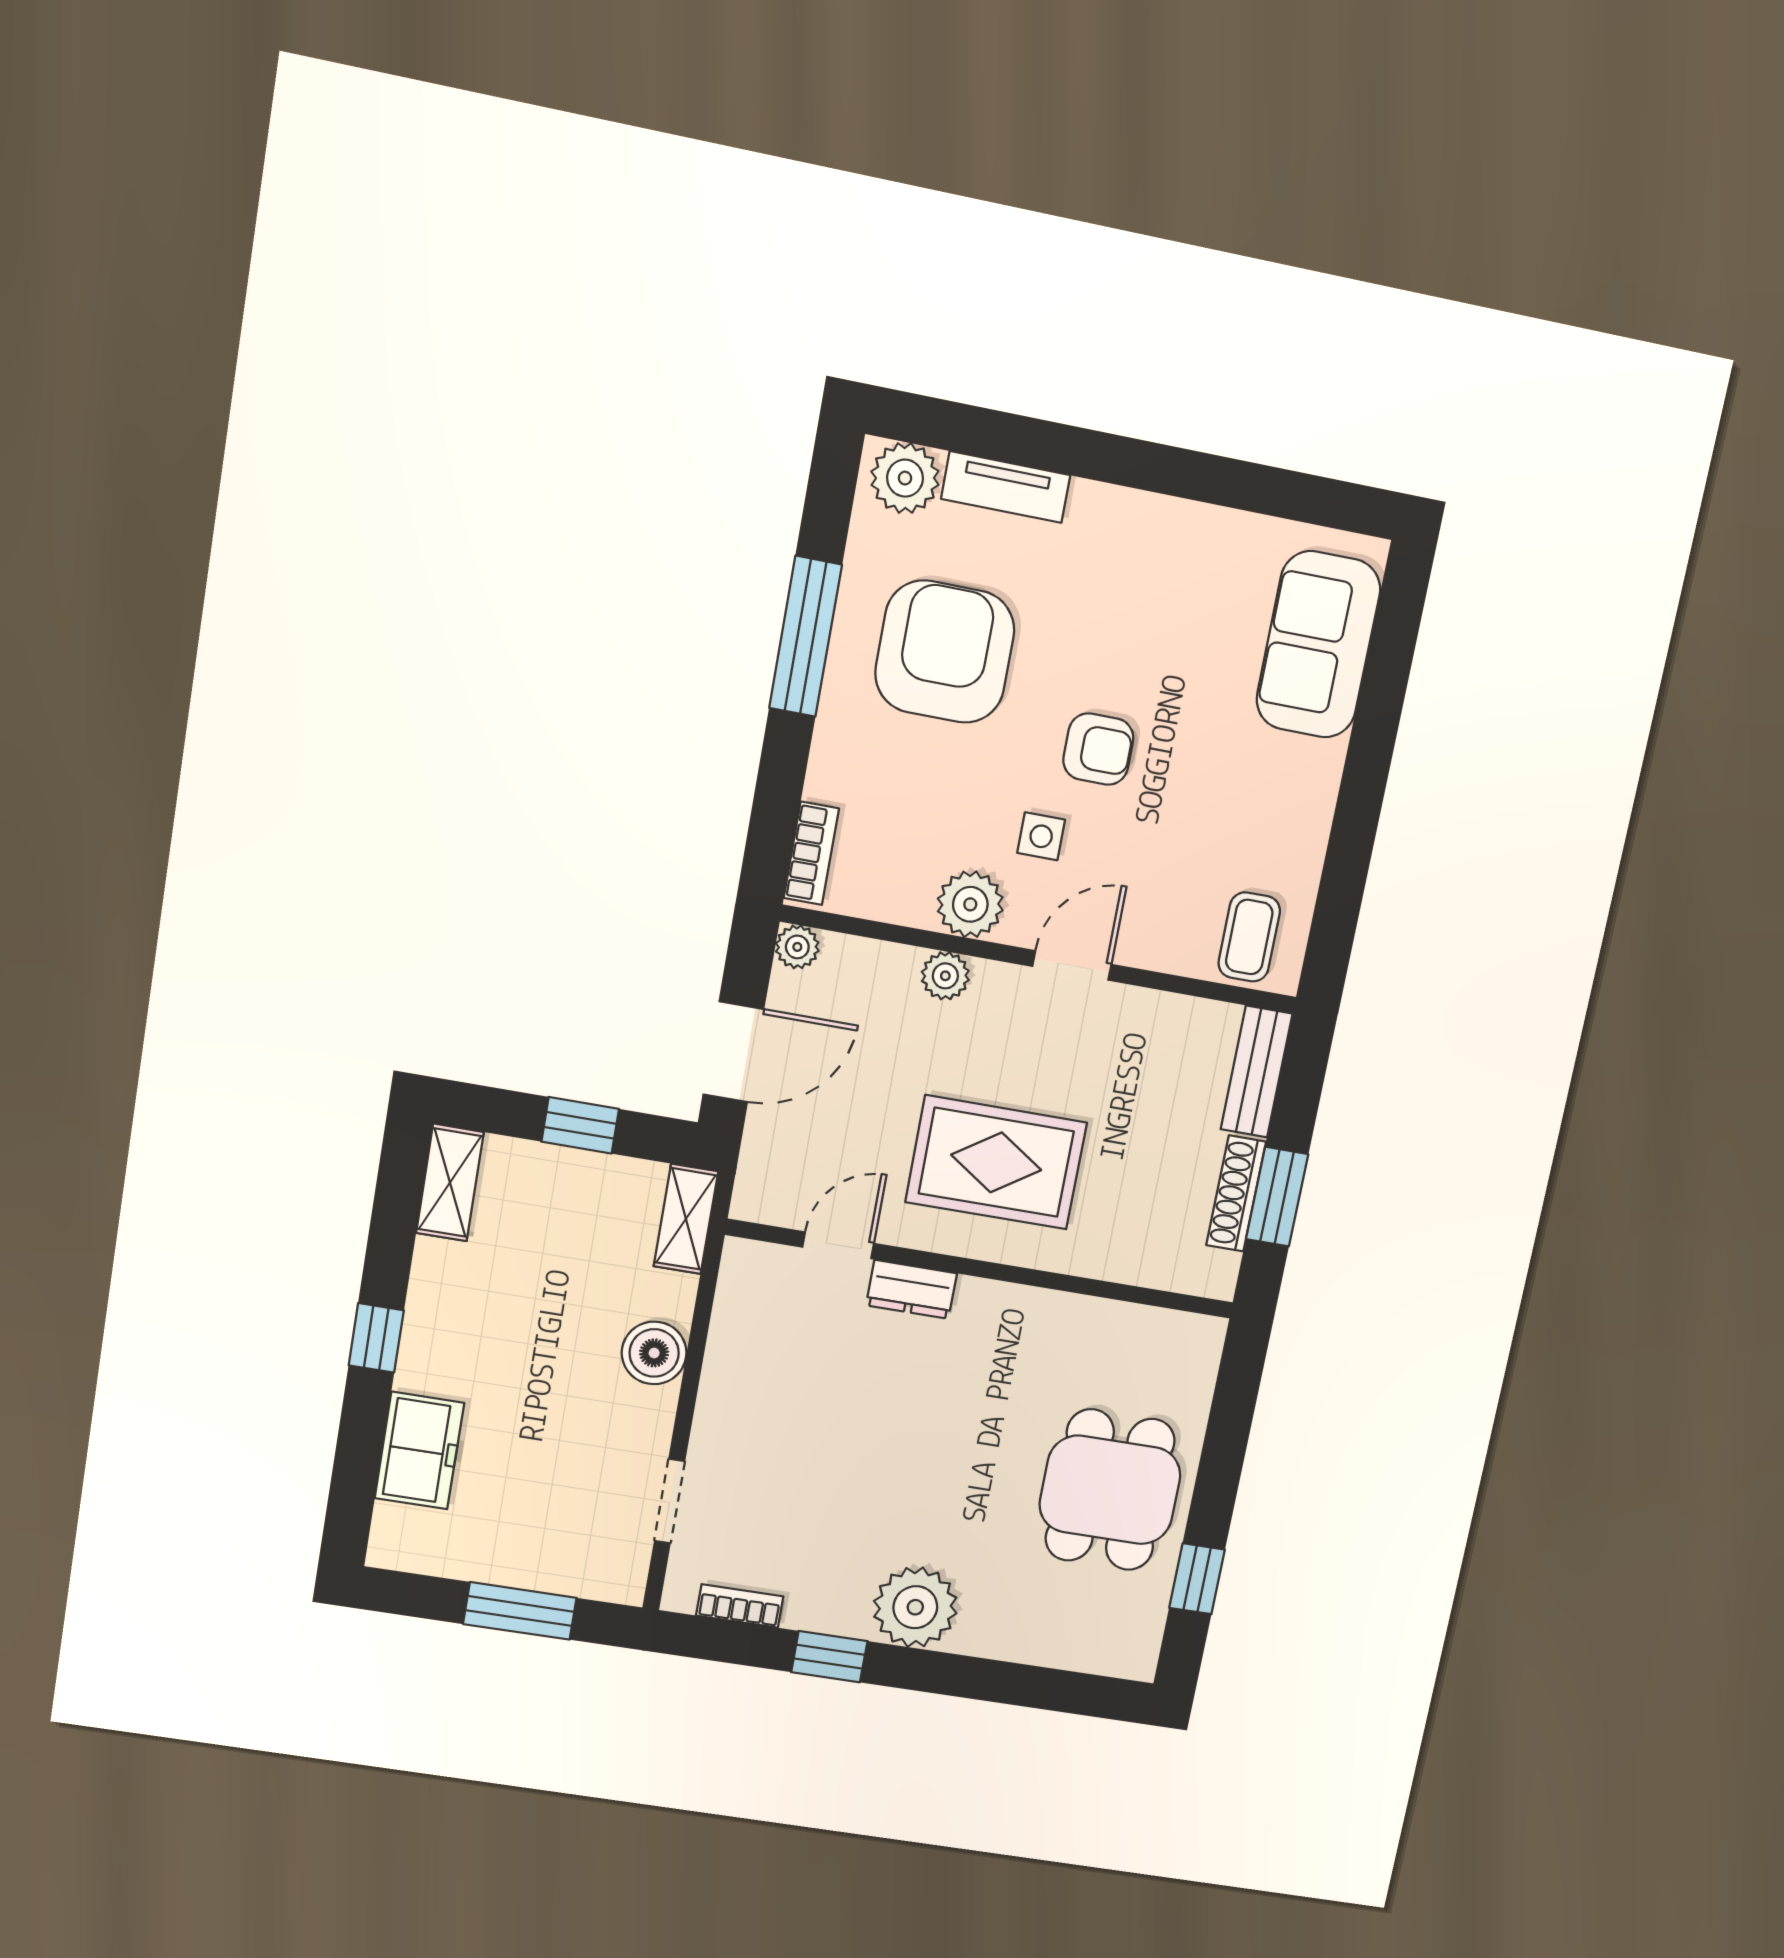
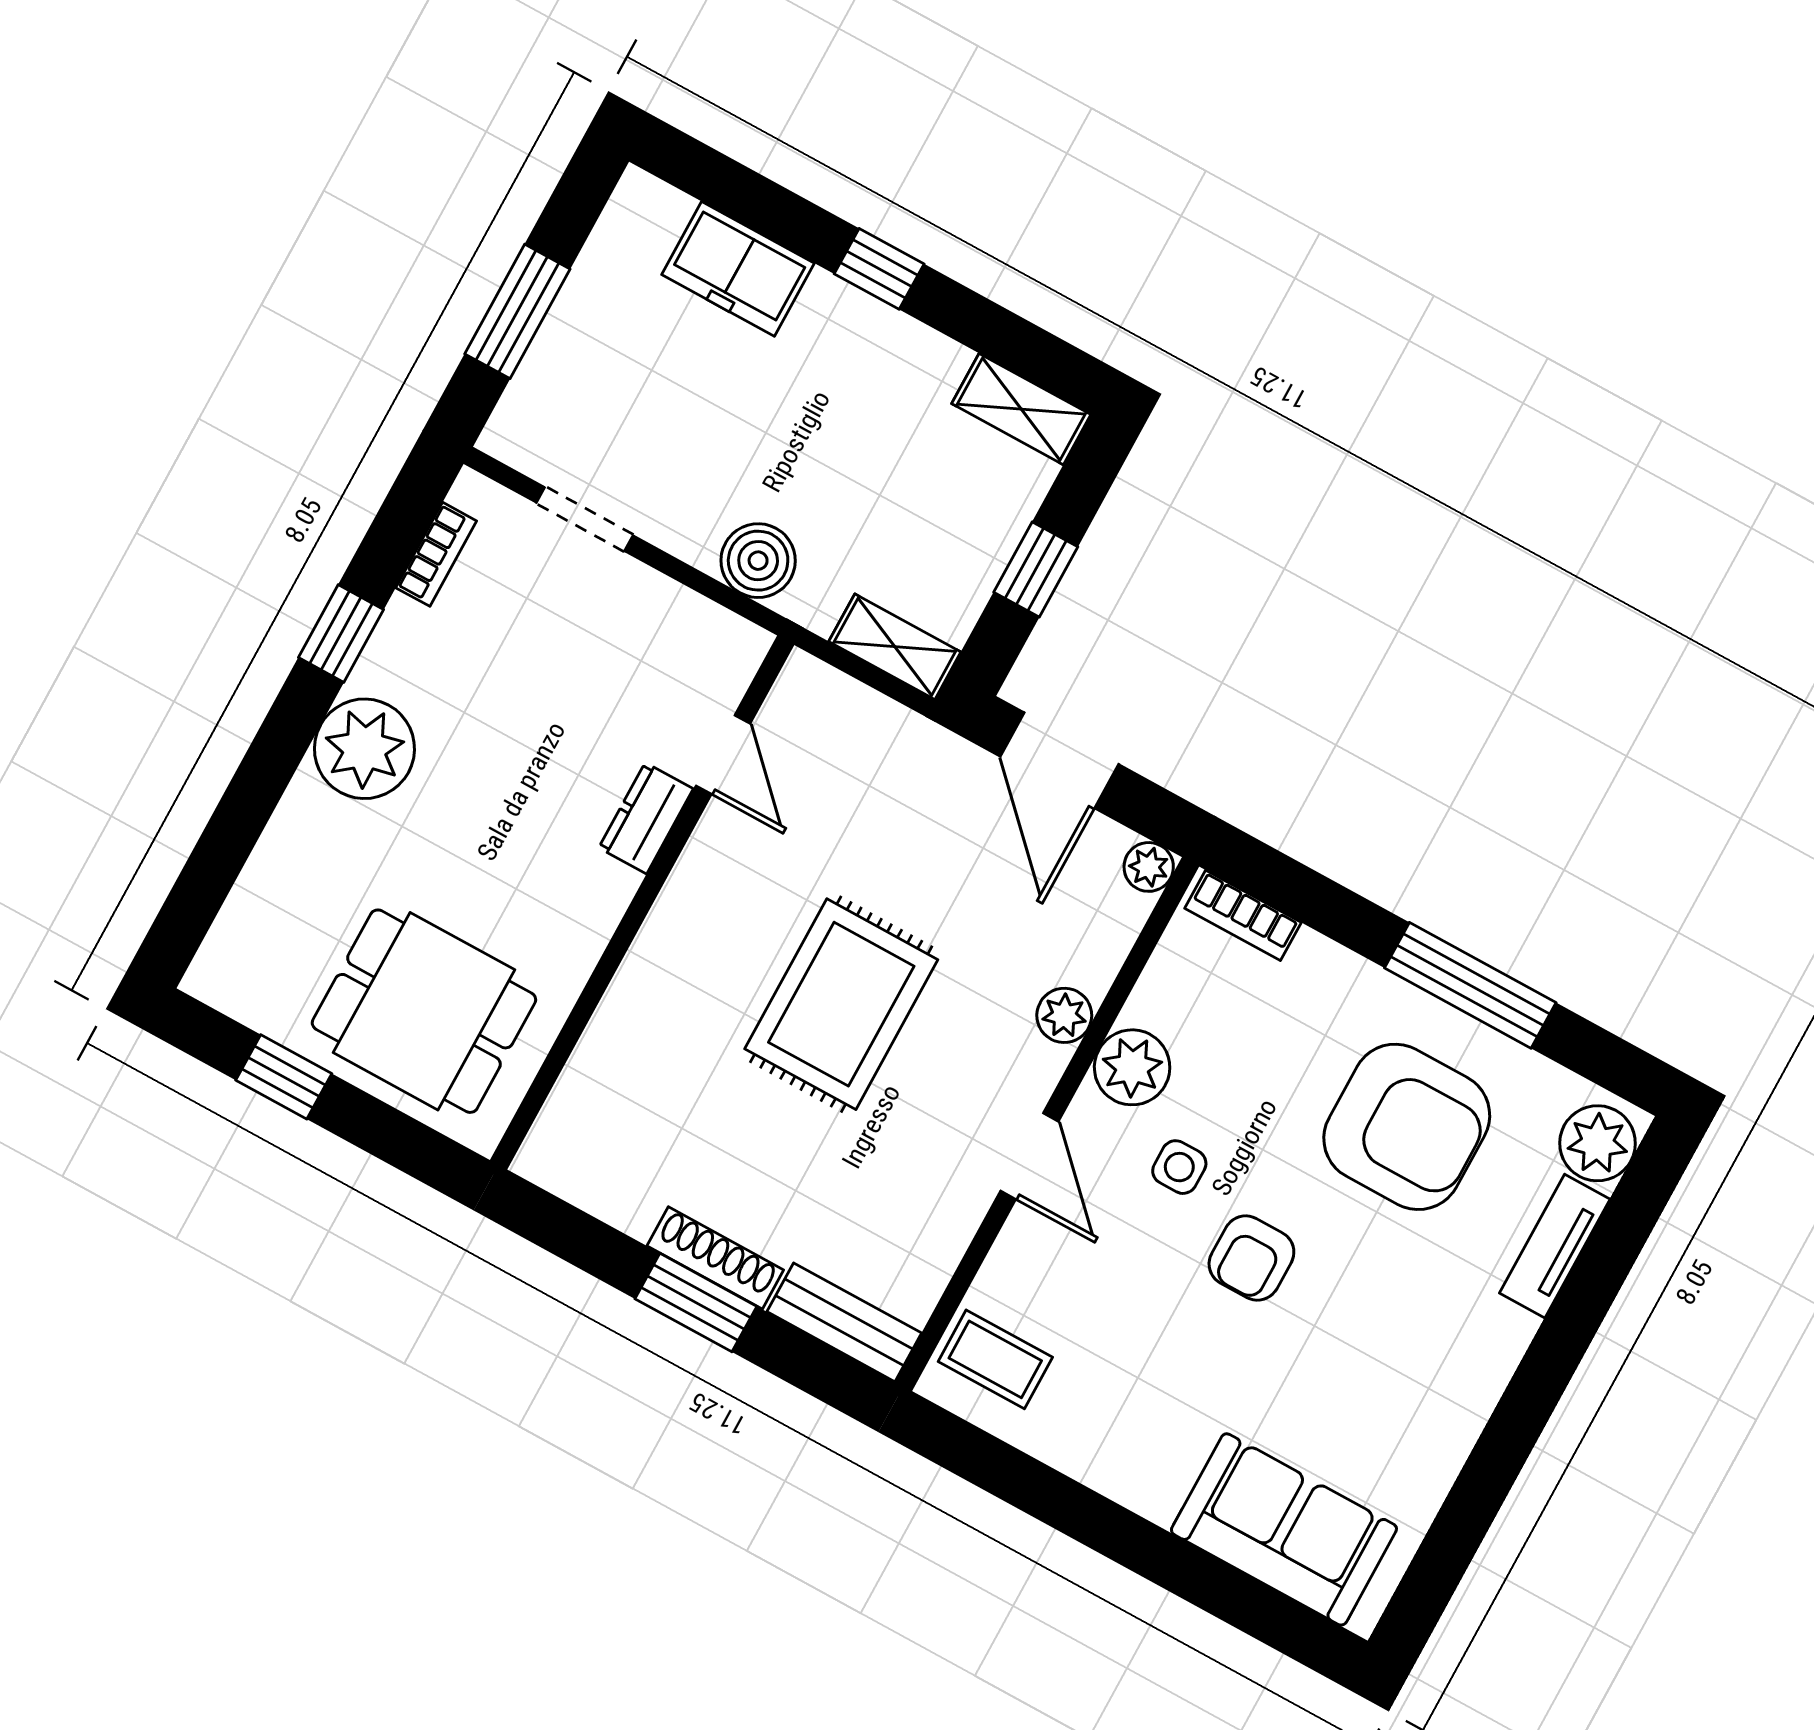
door: (838, 1245) -> (723, 755), moved
wall: (981, 1269) -> (642, 902), moved
dresser: (912, 1289) -> (646, 818), moved

